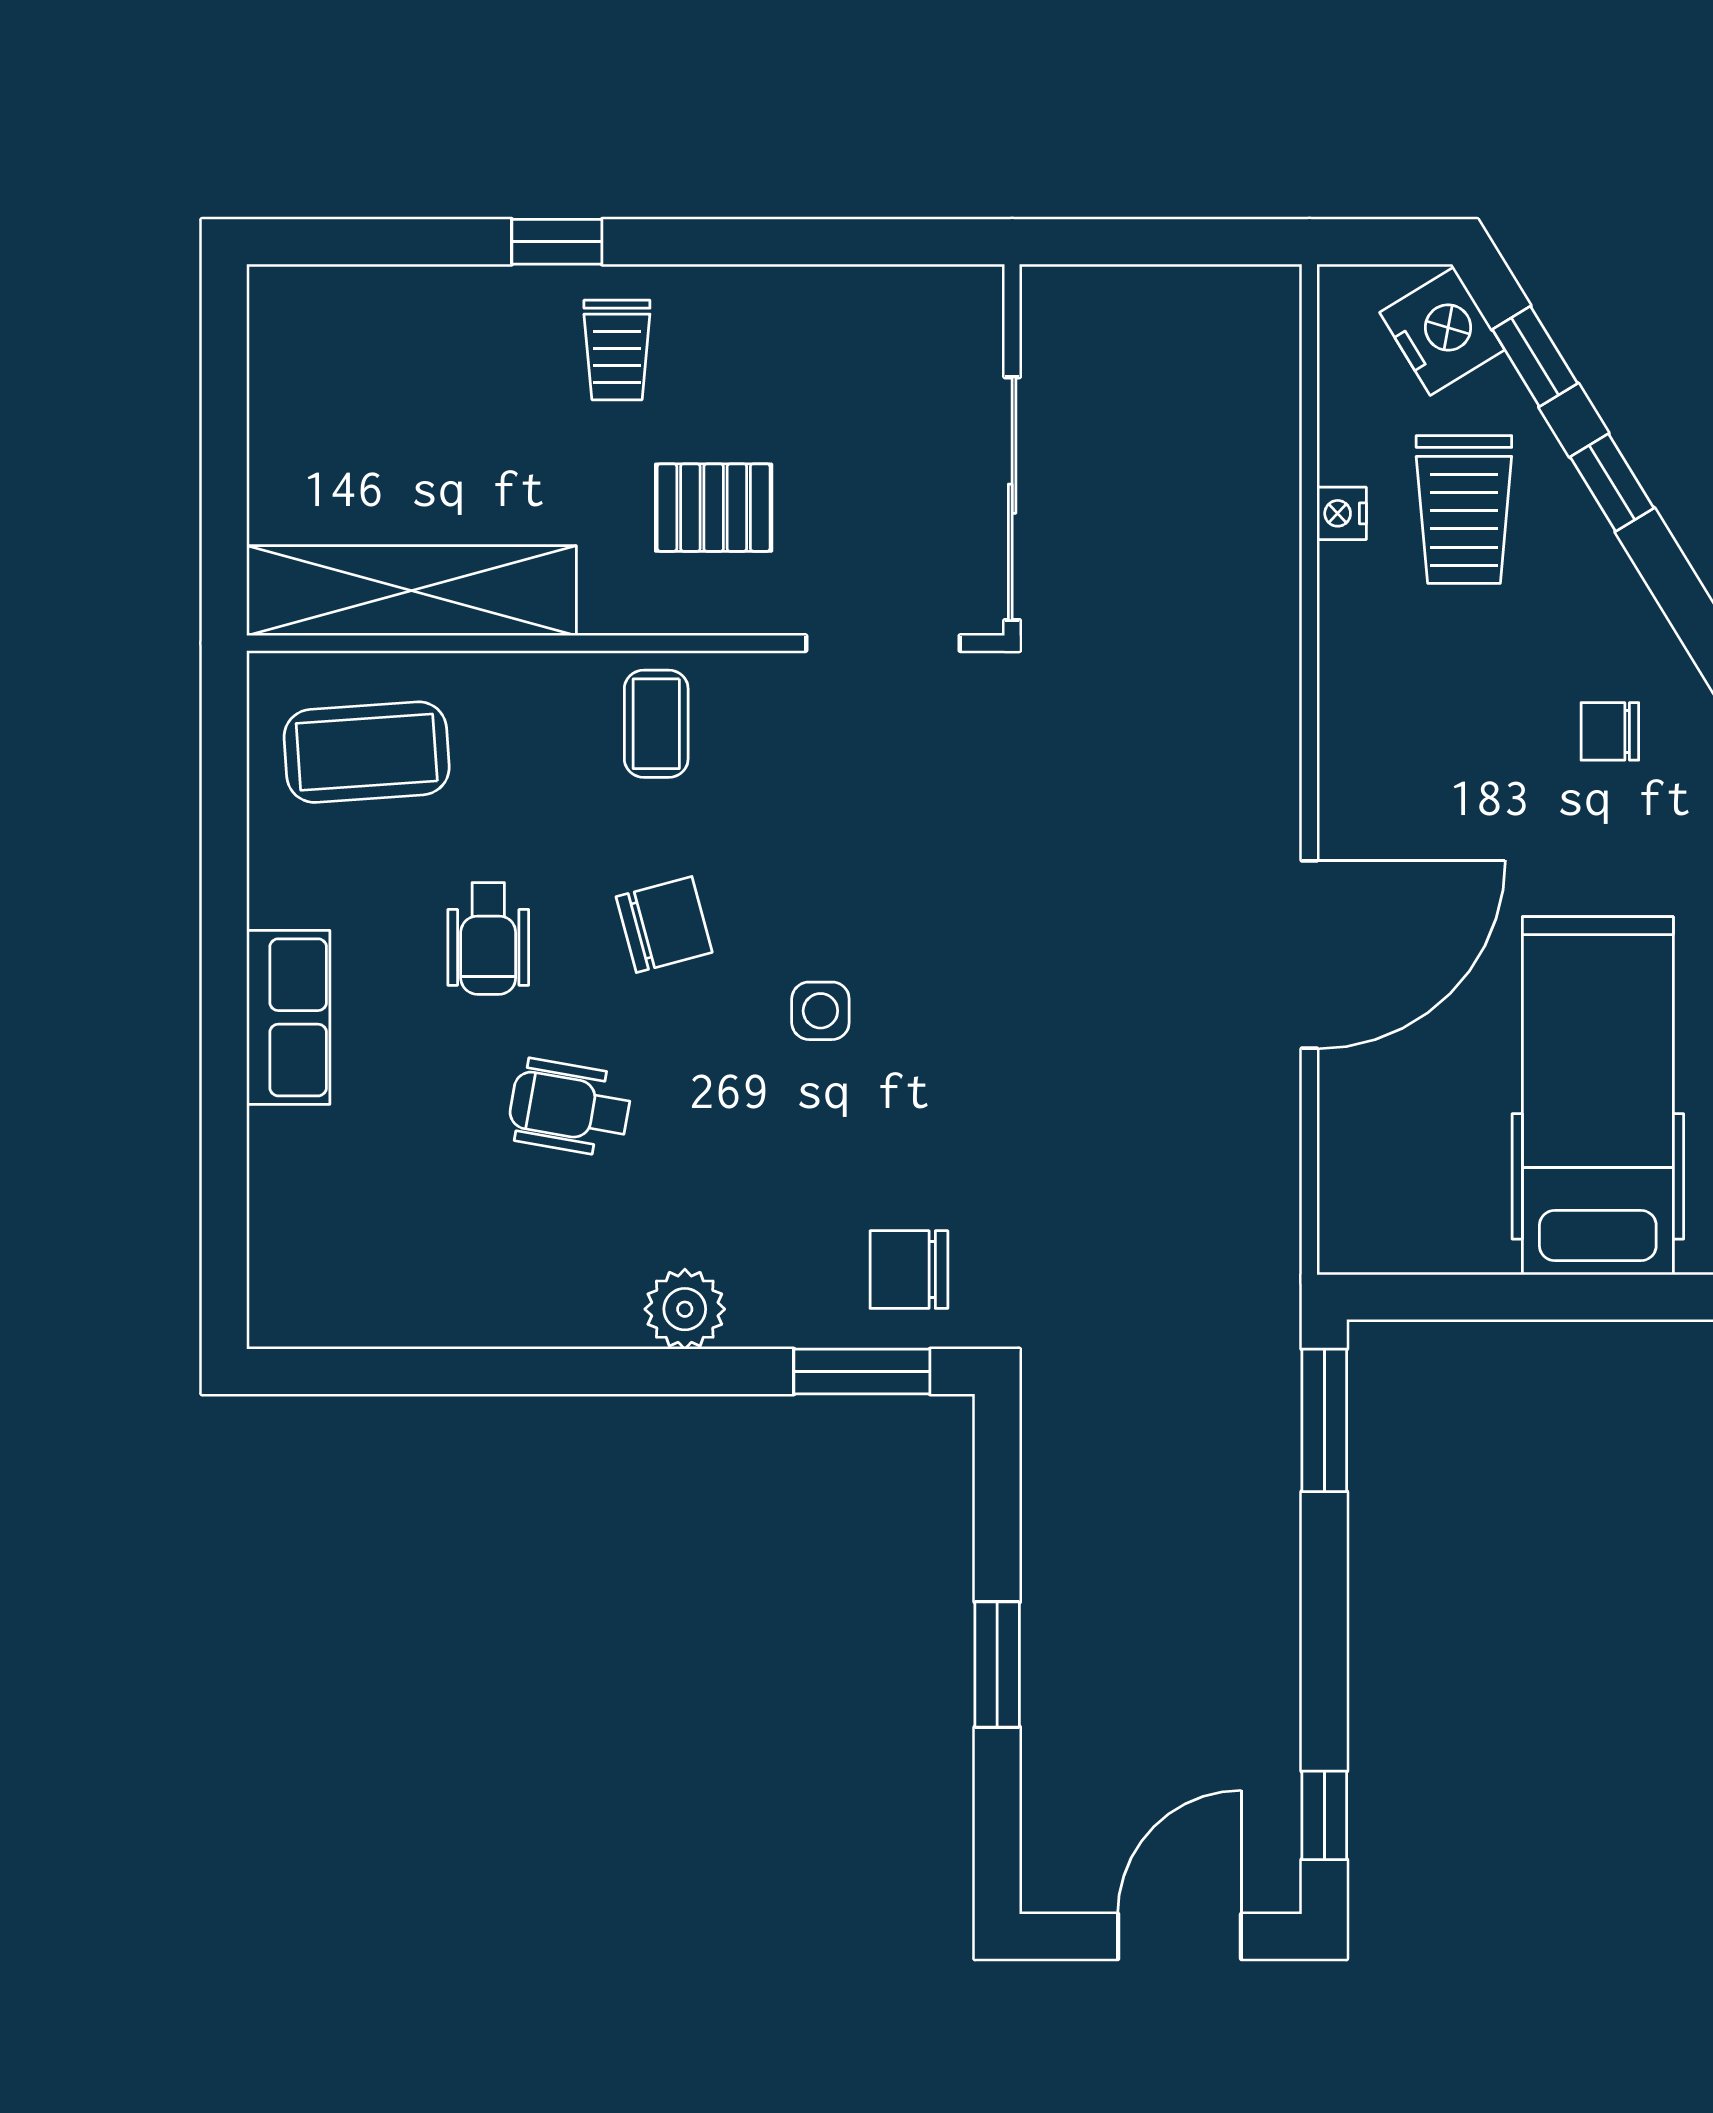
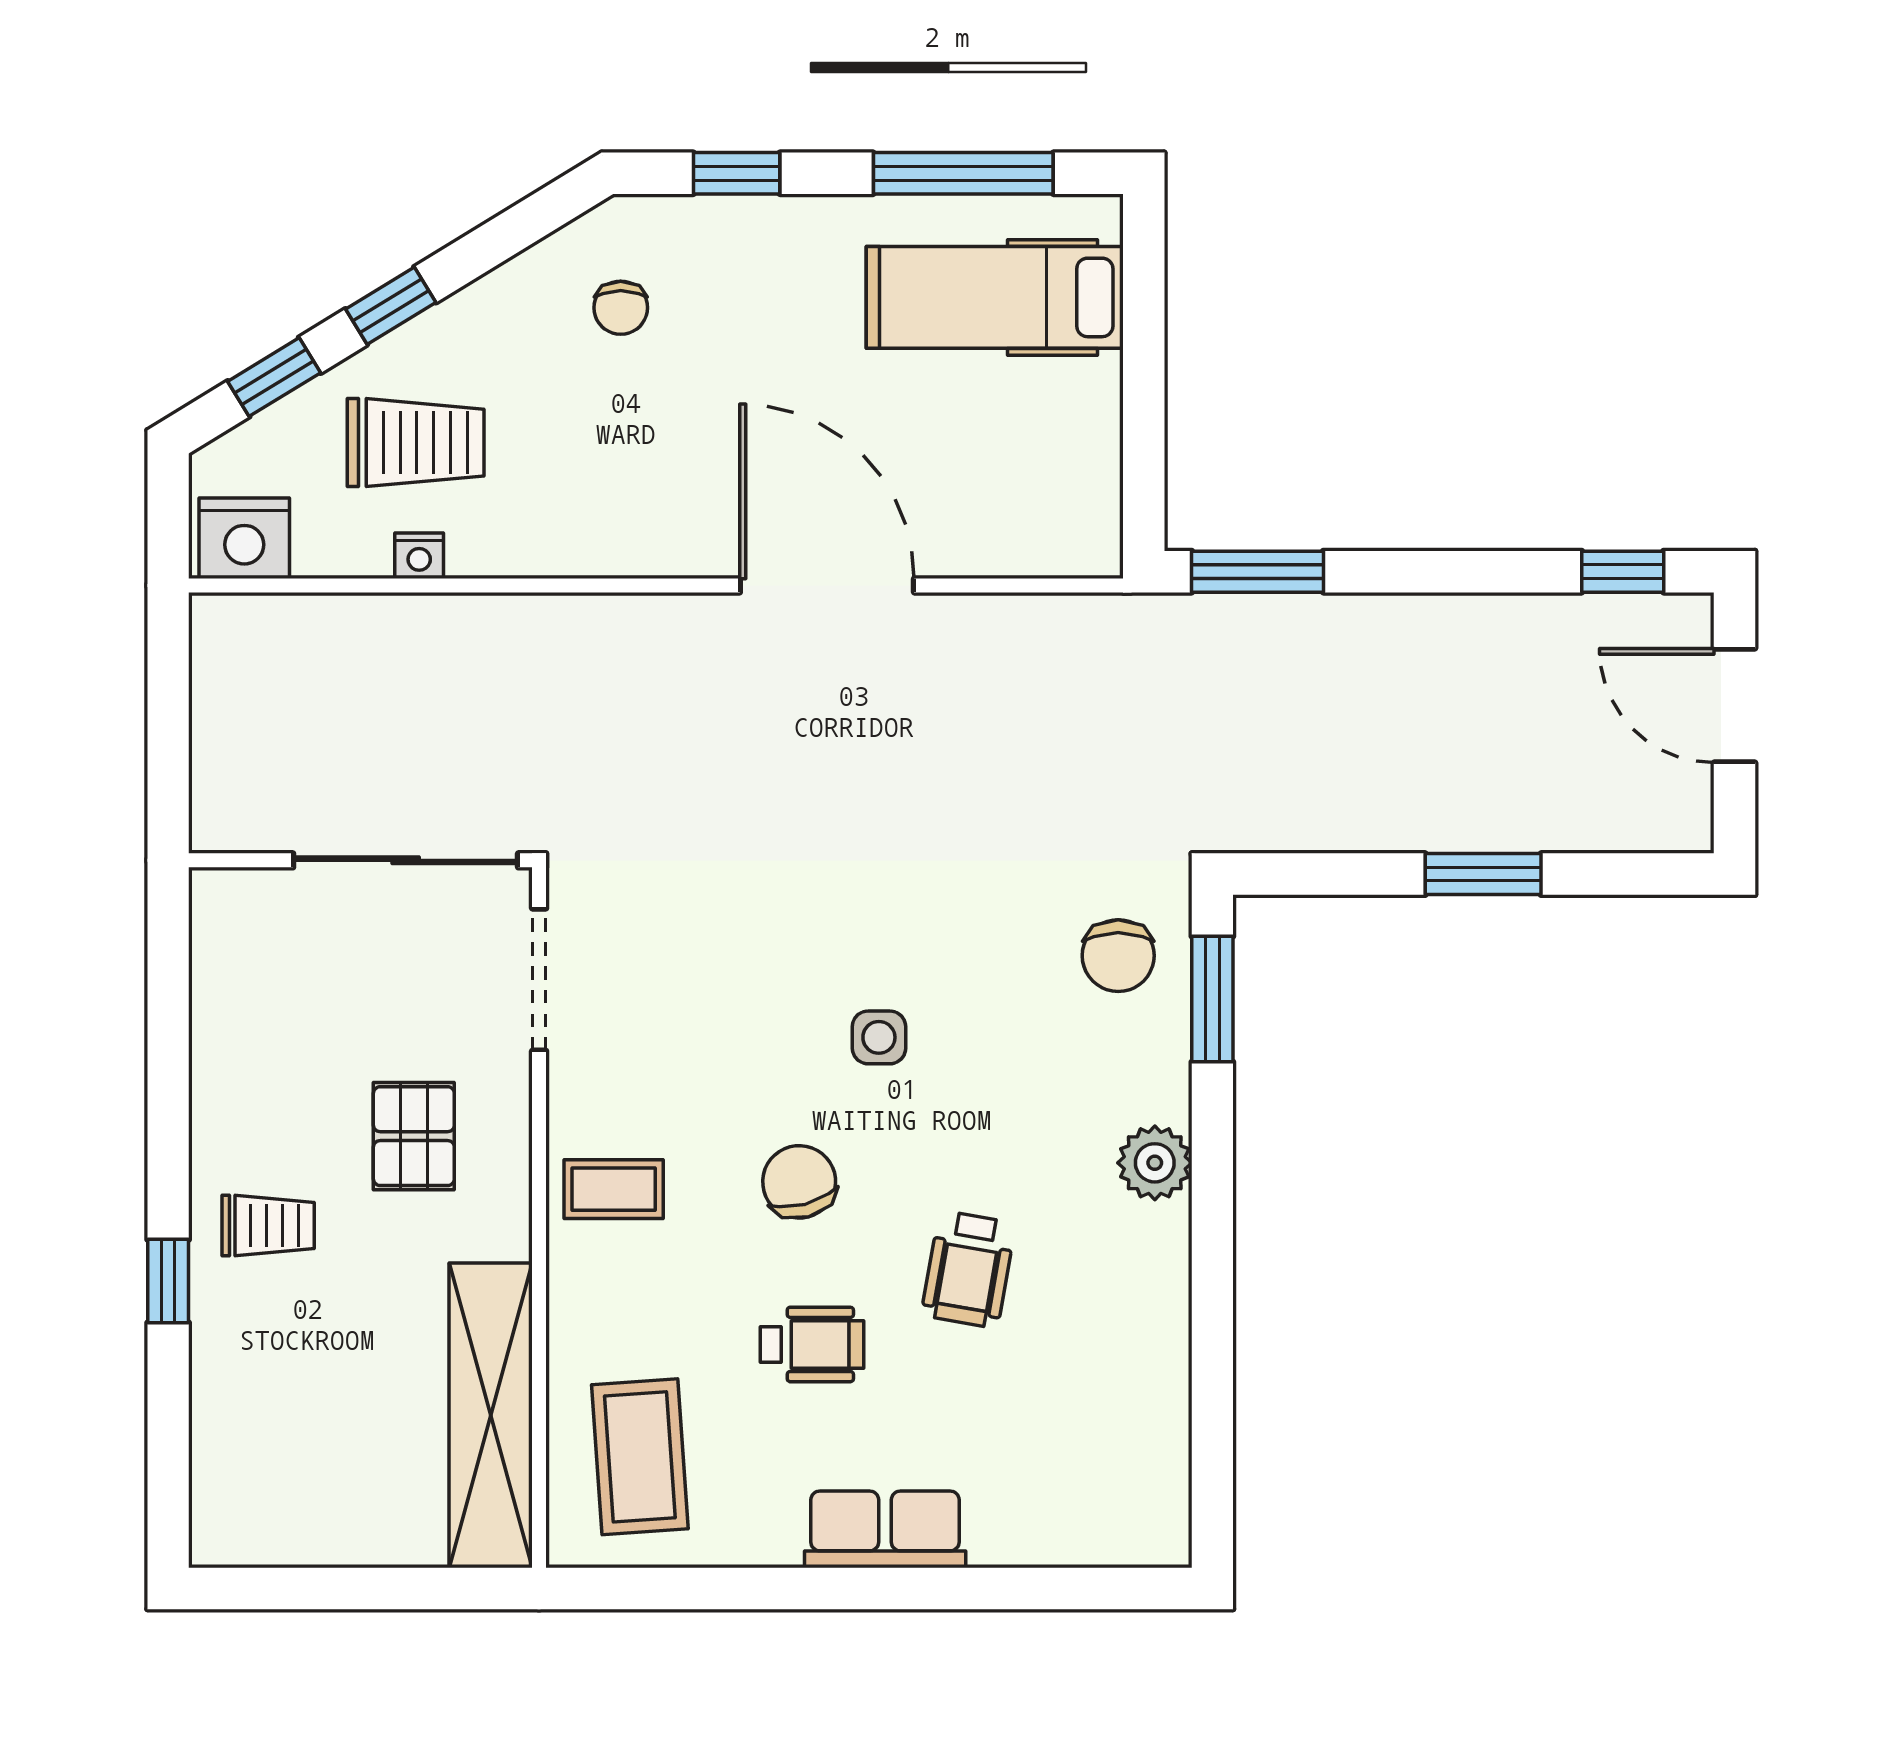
nightstand: (1442, 331) -> (244, 538), moved, turned -149
hospital bed: (1598, 1096) -> (995, 297), width x0.73, depth x0.78

